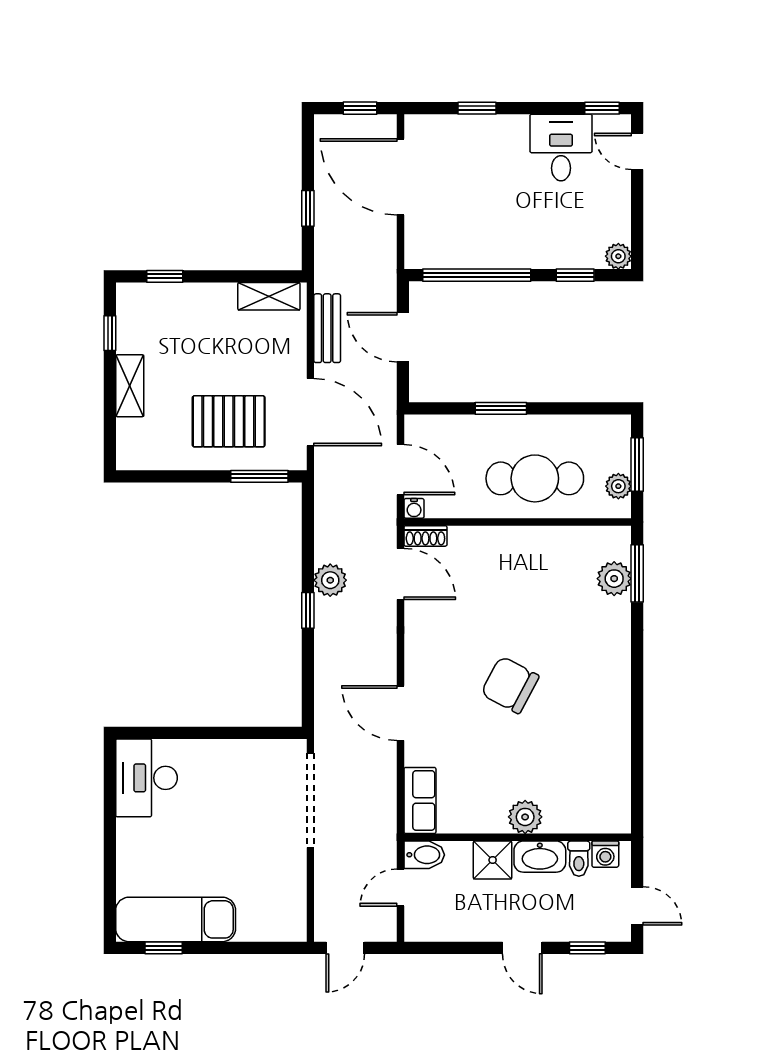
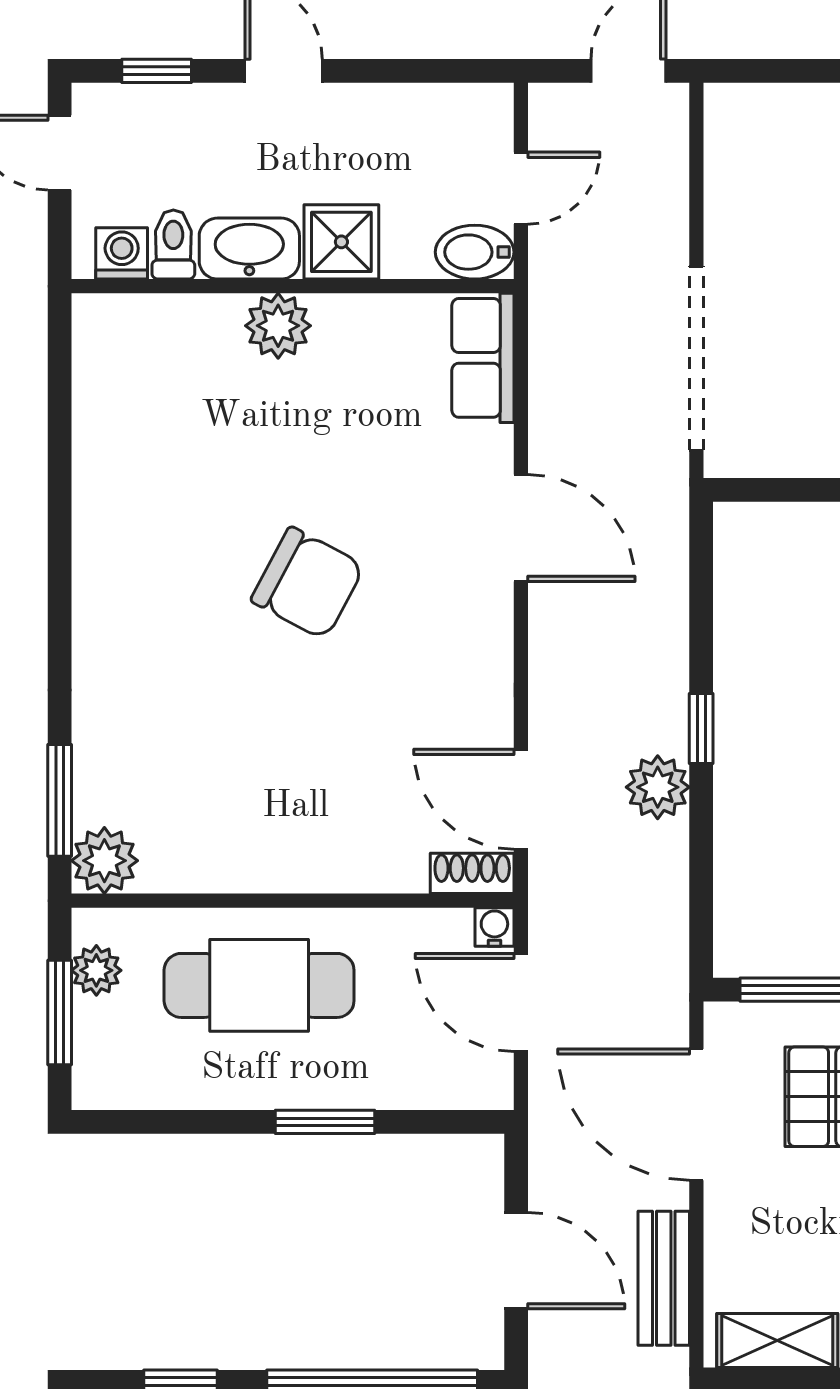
plant: (614, 579) -> (104, 861), moved

